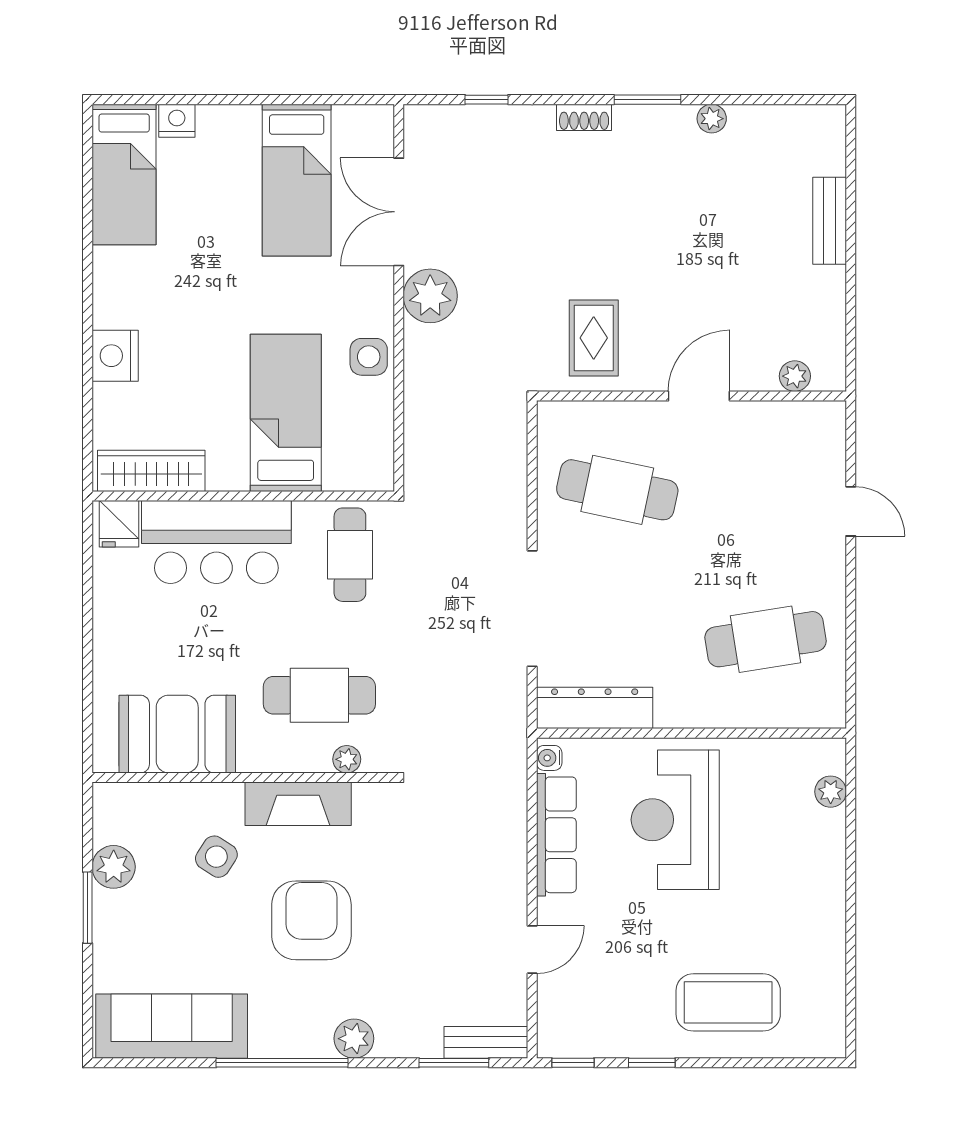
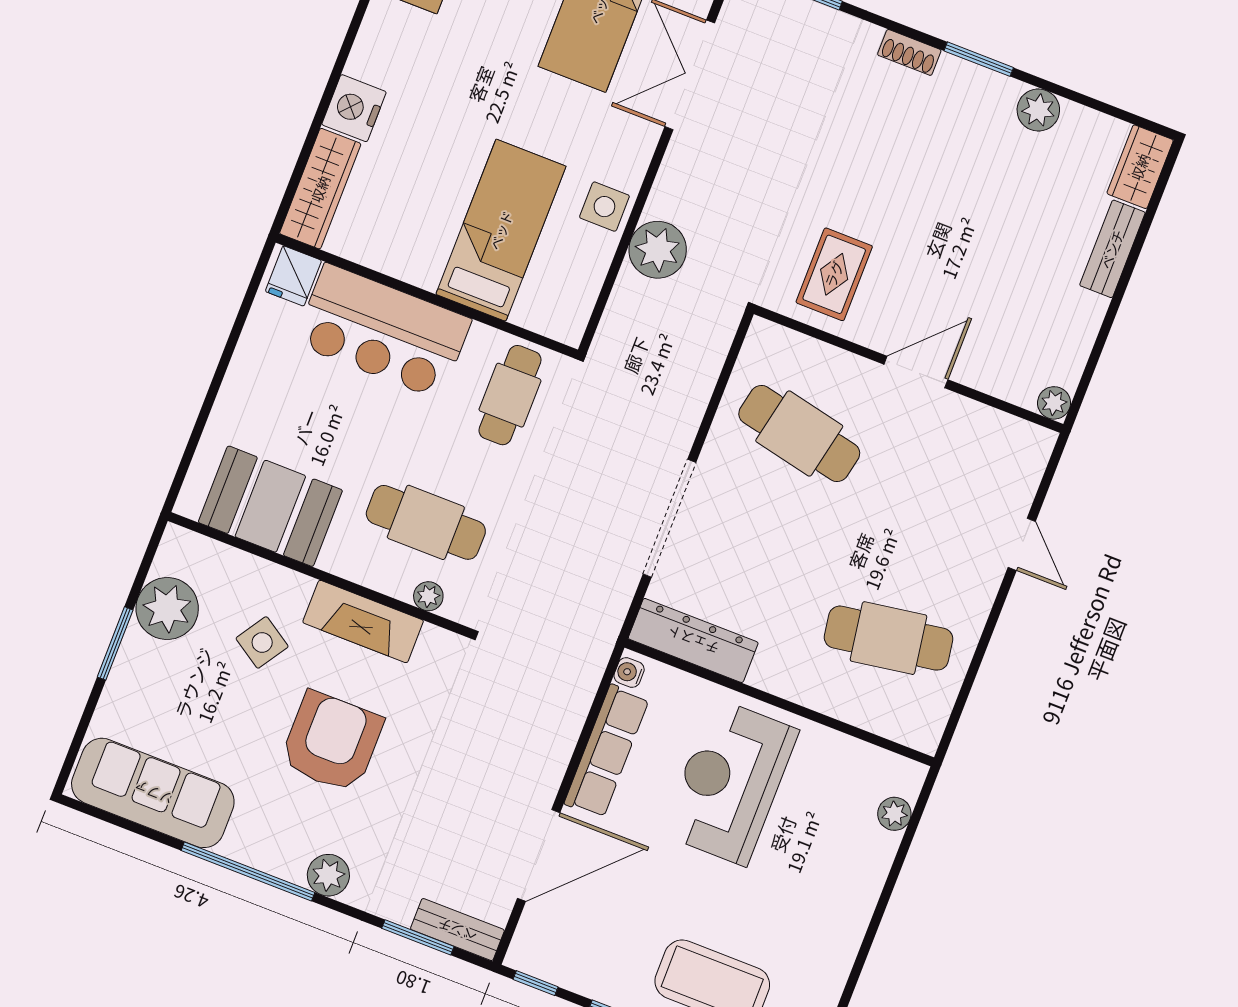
plant: (712, 119) -> (1038, 110), width x1.38, depth x1.38
wardrobe: (826, 139) -> (1140, 167), added
plant: (430, 296) -> (658, 250), moved
plant: (795, 376) -> (1054, 403), moved
wardrobe: (151, 471) -> (320, 189), moved, turned 90
plant: (114, 867) -> (167, 608), width x1.36, depth x1.36
door: (532, 950) -> (539, 855), width x1.87

